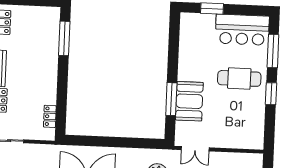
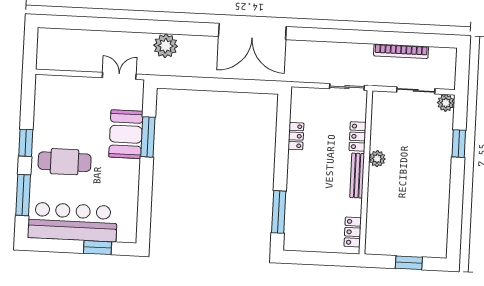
bar counter: (242, 30) -> (72, 222), width x1.36
locker: (50, 116) -> (296, 136), moved

